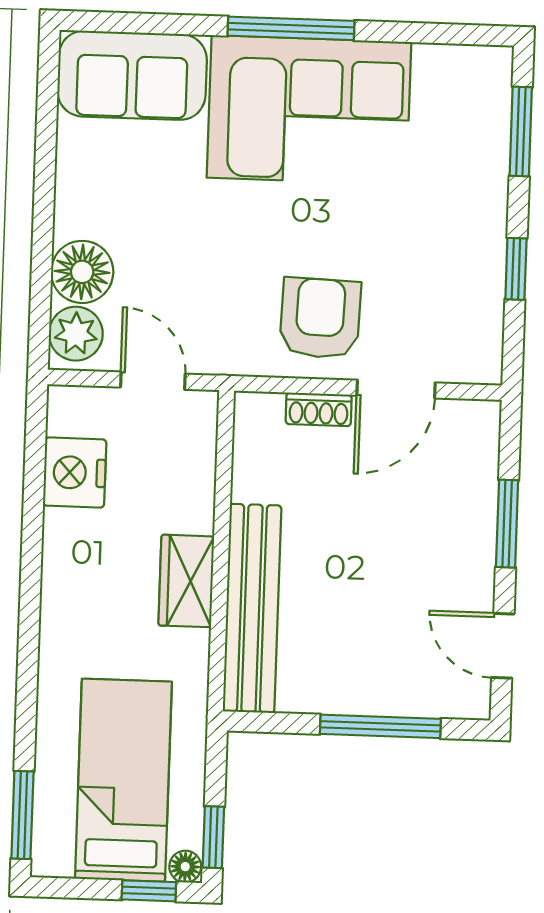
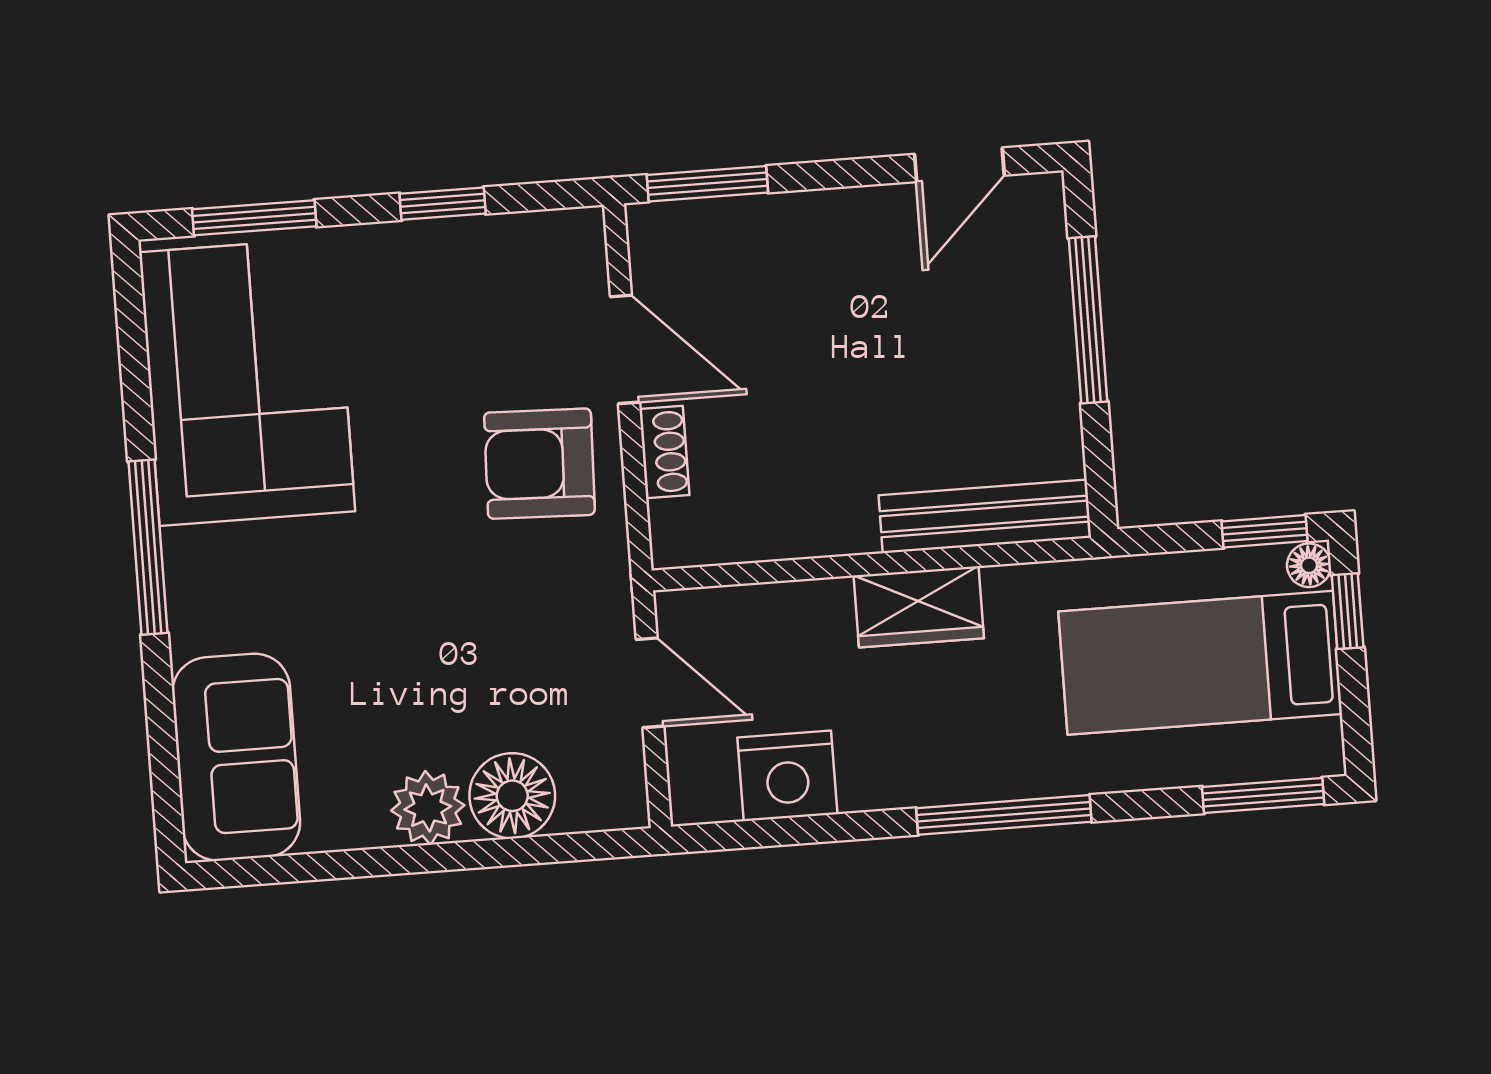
corner sofa: (309, 110) -> (247, 382), moved
plant: (76, 334) -> (428, 808), moved
door: (153, 381) -> (650, 683), swing flipped
window: (507, 524) -> (707, 184), moved
bench: (252, 608) -> (985, 516), width x0.73, depth x0.82
window: (29, 626) -> (1004, 815), added

